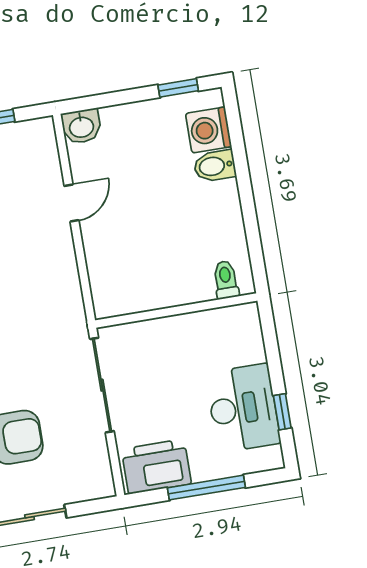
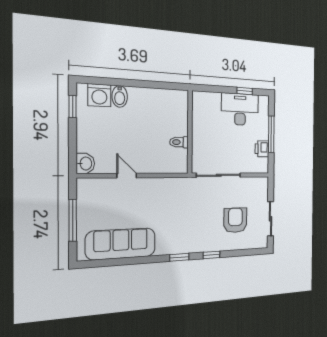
toilet: (226, 280) -> (179, 142), moved
printer: (156, 466) -> (262, 149), width x0.53, depth x0.68

